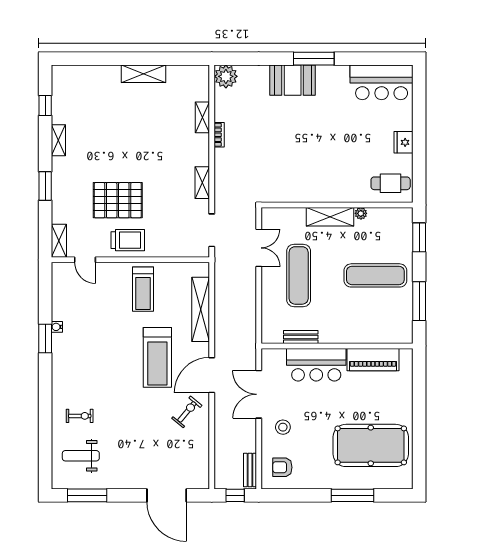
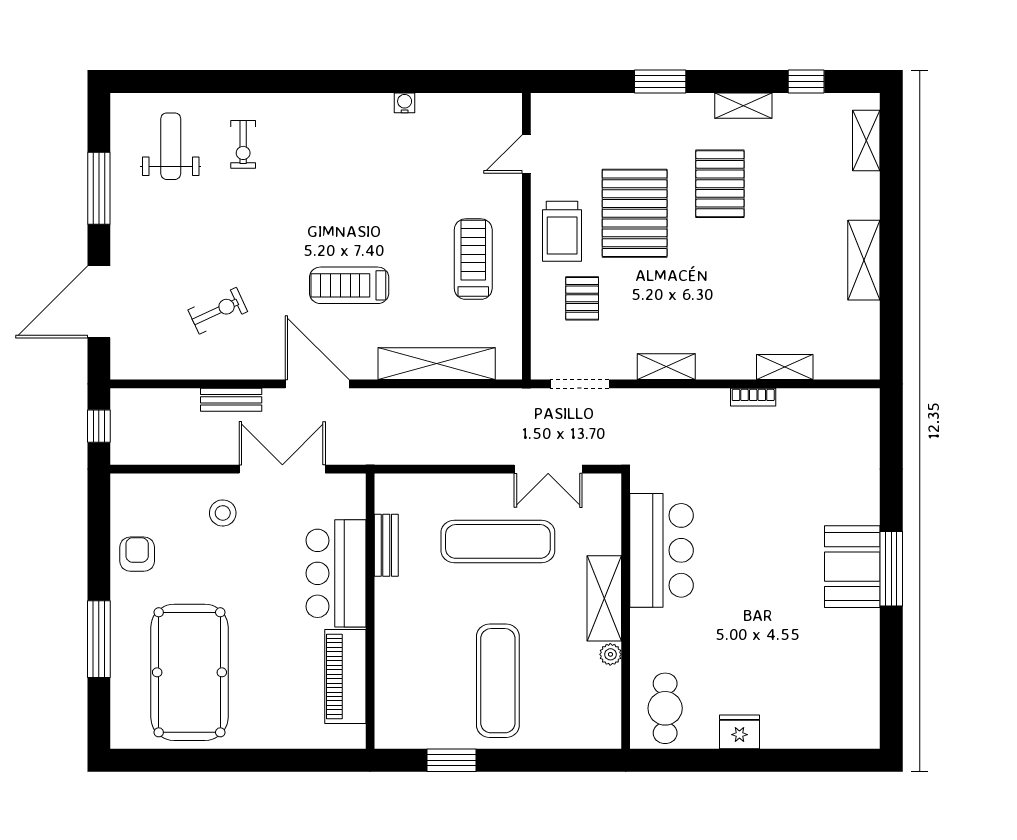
plant: (226, 76) -> (859, 409), removed
booth: (293, 80) -> (852, 567), moved
bar counter: (382, 82) -> (662, 550), moved, turned 180
pallet: (101, 153) -> (720, 184), added
pallet: (165, 229) -> (582, 298), added
window: (419, 237) -> (567, 760), removed
shelving: (59, 241) -> (866, 140), moved, turned 90
treadmill: (143, 289) -> (473, 259), turned 90
window: (419, 301) -> (451, 760), width x0.69
window: (45, 338) -> (384, 81), removed
treadmill: (157, 357) -> (349, 285), width x0.73, depth x0.73
exercise bike: (187, 412) -> (218, 311), moved, turned -65
armchair: (282, 467) -> (137, 554), moved
bench: (250, 470) -> (231, 400), moved
window: (87, 495) -> (99, 188), moved

